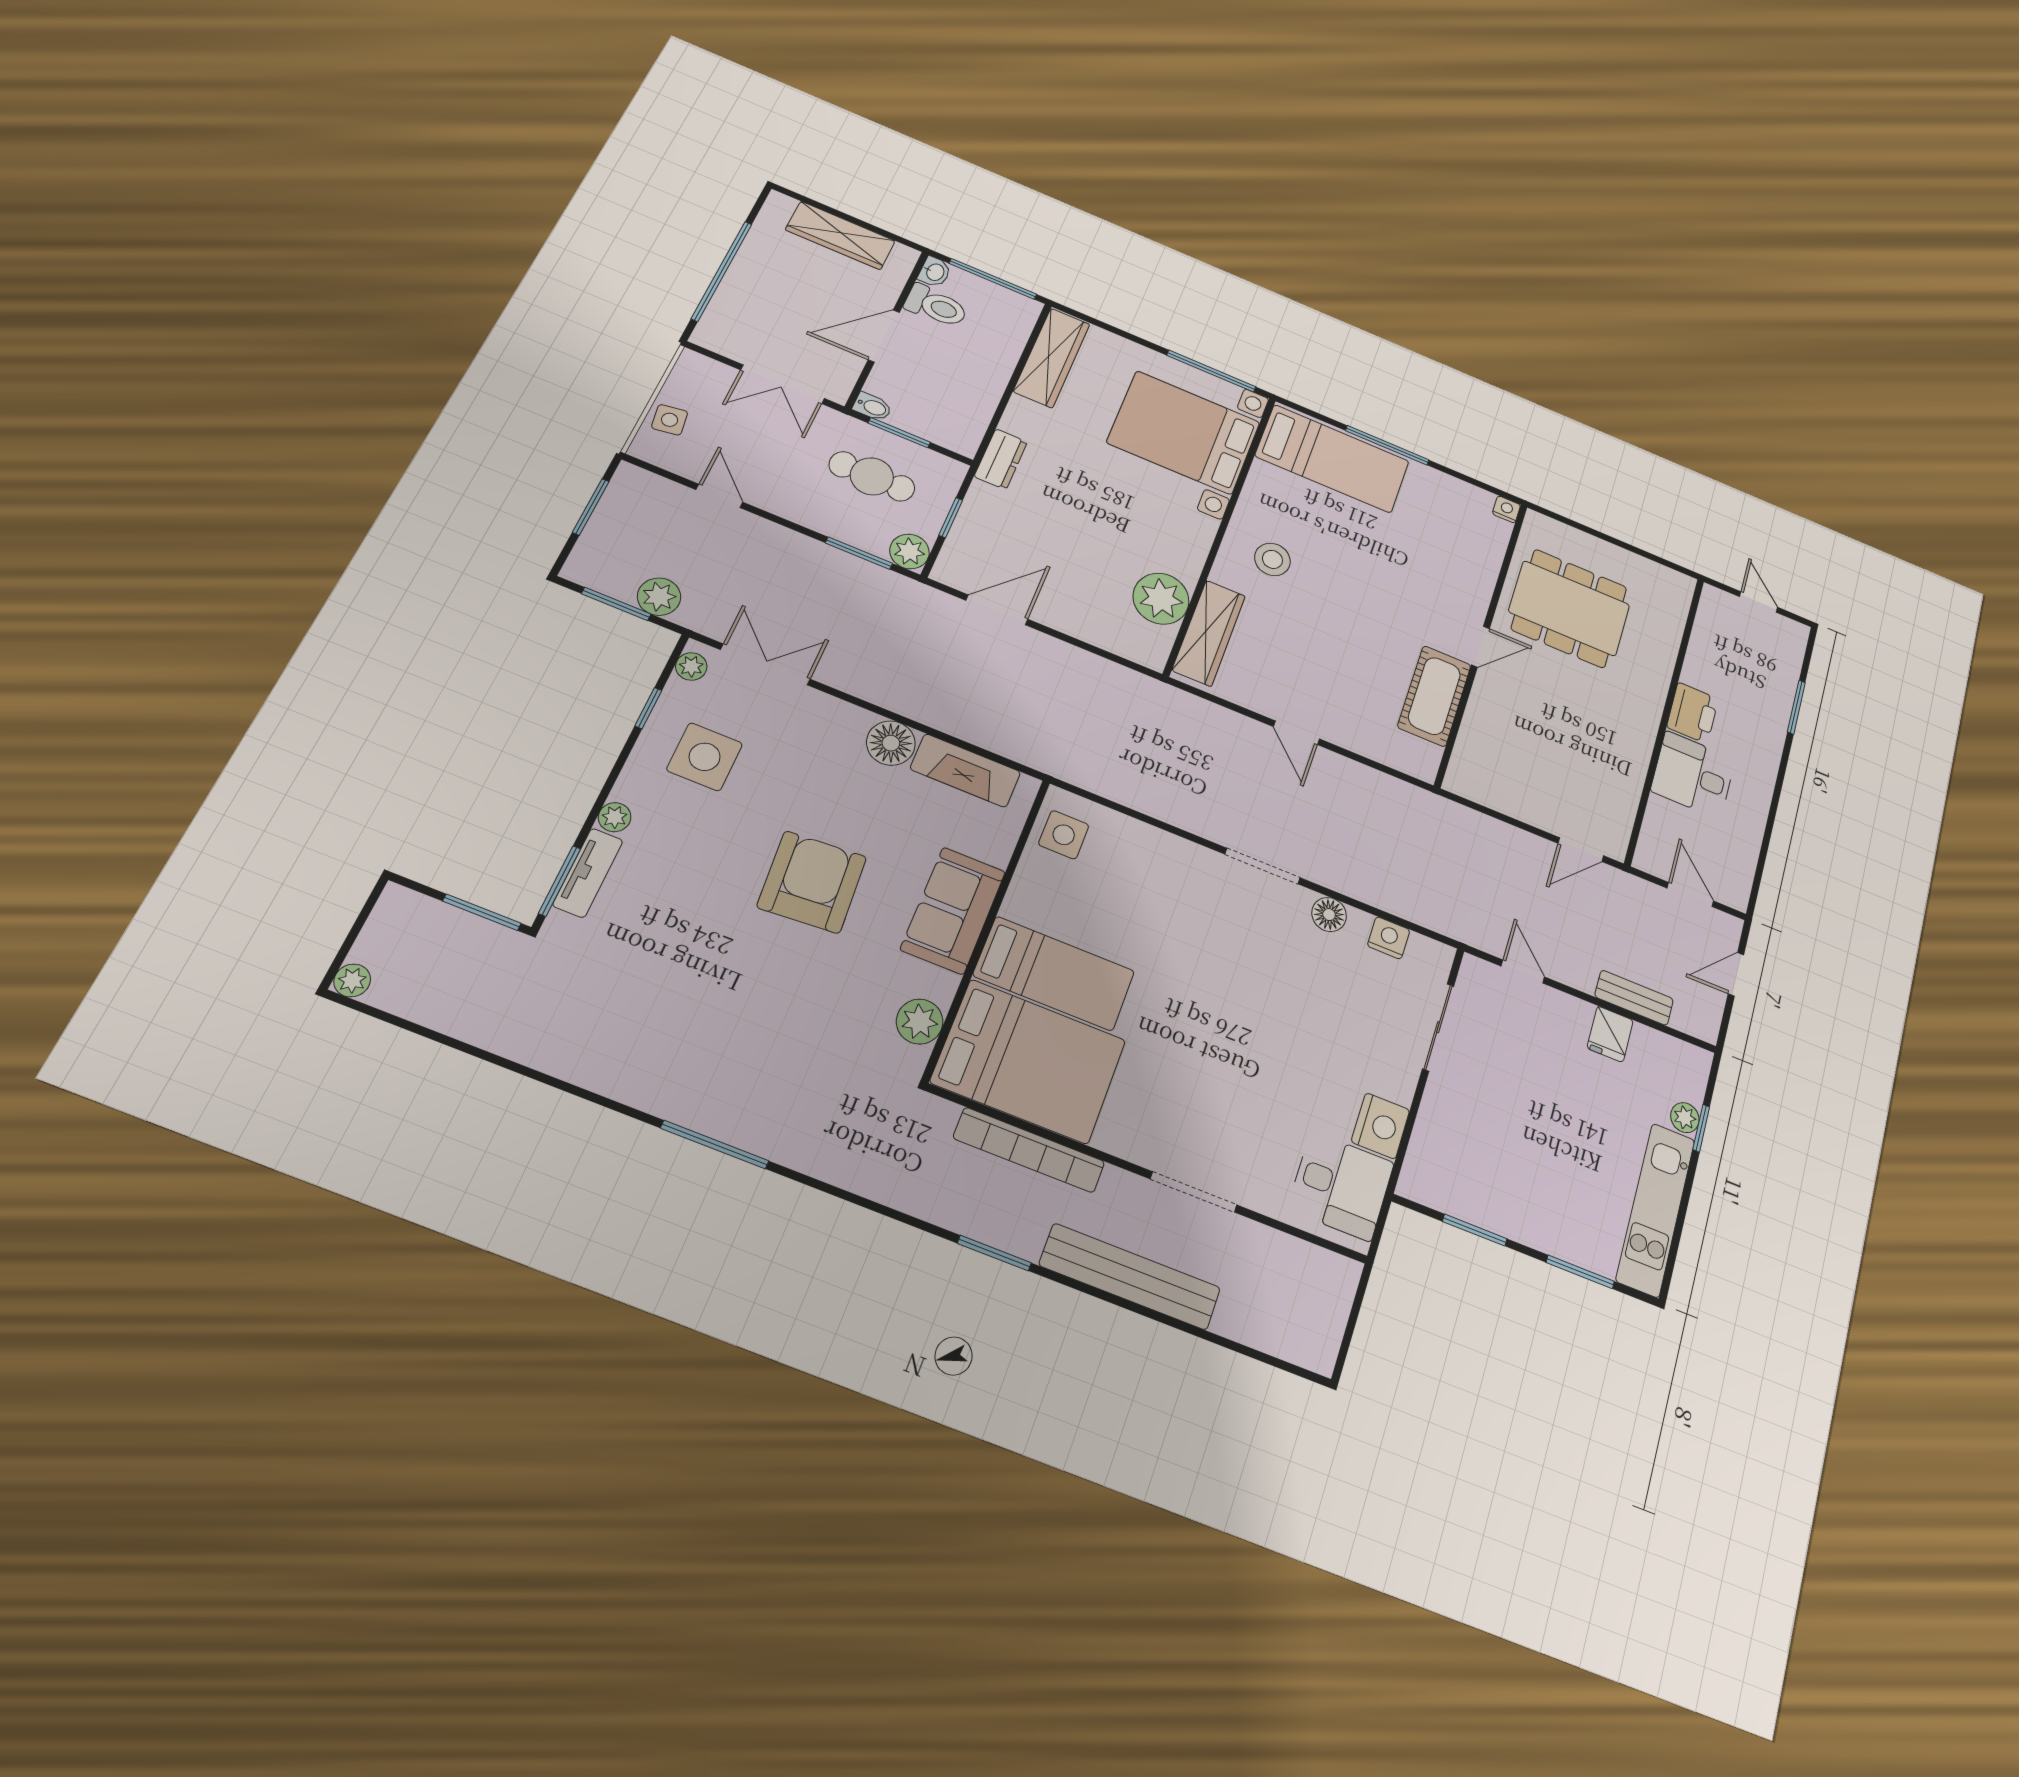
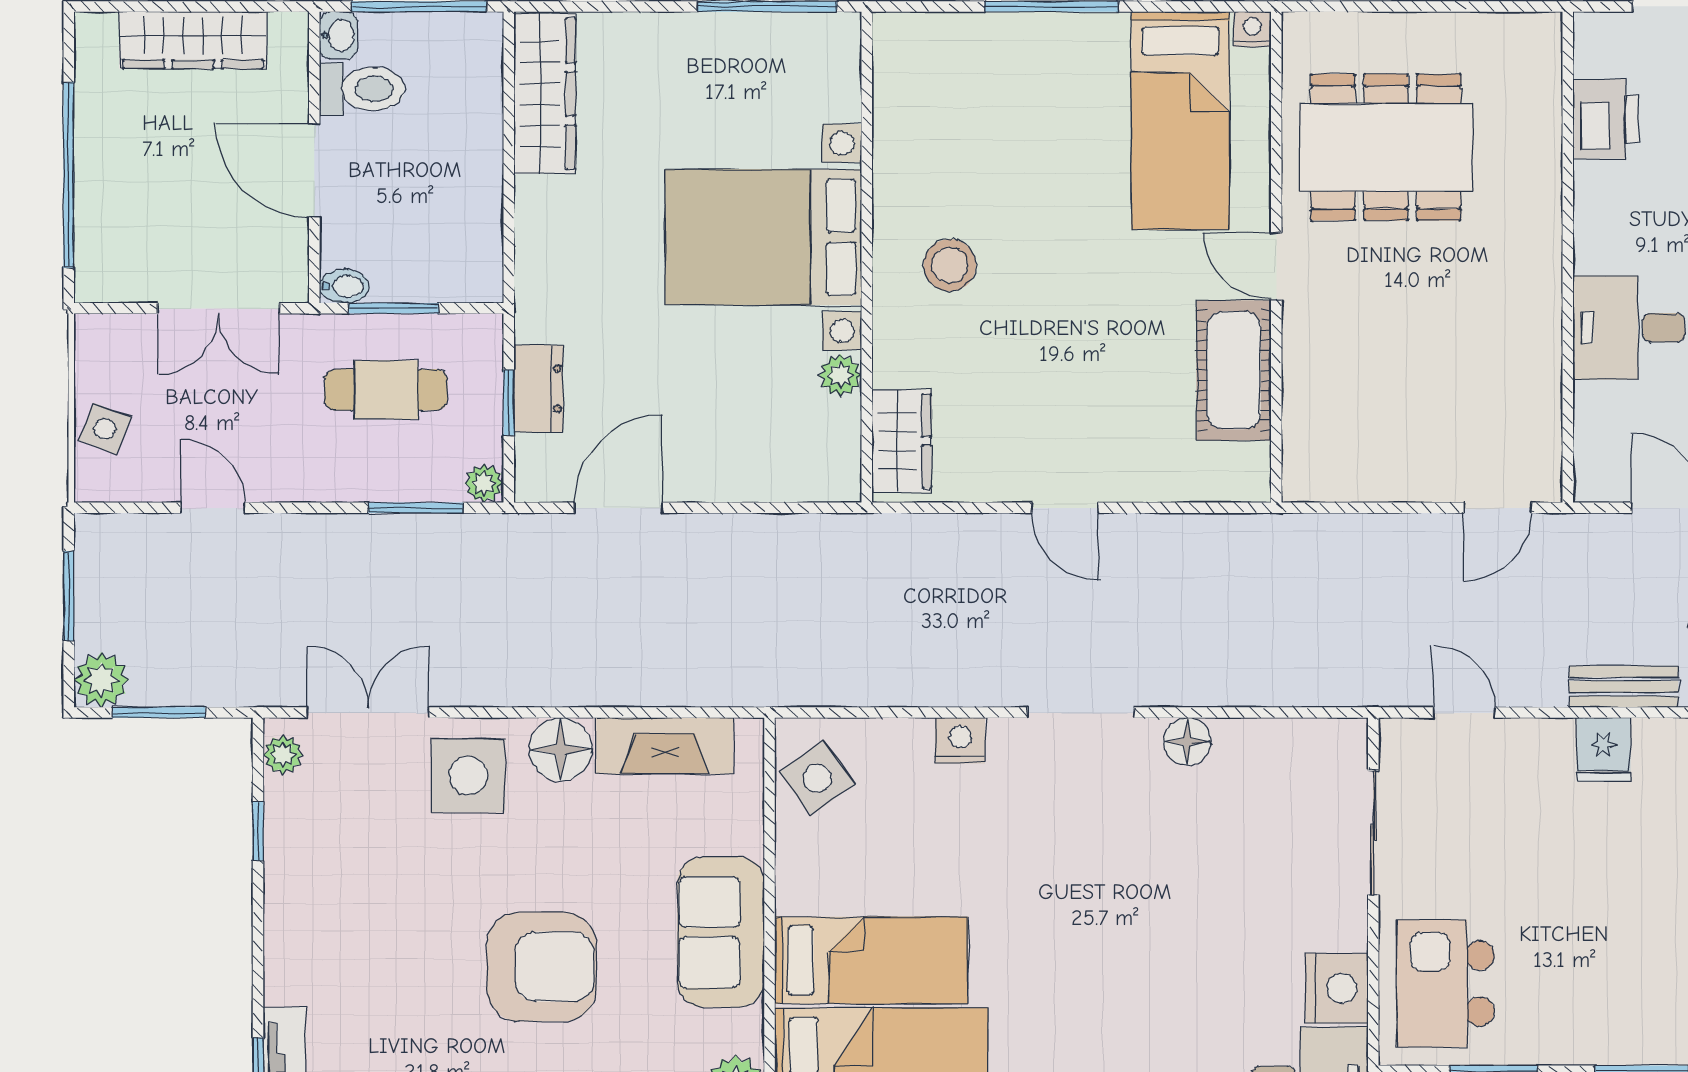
door: (884, 336) -> (314, 170), hinge flipped
side table: (670, 420) -> (105, 429), turned 30
bed with nightstands: (1184, 432) -> (764, 237), moved
dresser: (1001, 459) -> (538, 389), moved
bed: (1332, 459) -> (1180, 121), moved, turned 90
plant: (909, 551) -> (484, 483), width x0.73, depth x0.73
plant: (659, 597) -> (101, 680), moved
plant: (1161, 599) -> (840, 375), width x0.53, depth x0.53
wardrobe: (1209, 633) -> (902, 441), width x0.67
door: (1480, 647) -> (1276, 266), swing flipped
printer: (1693, 713) -> (1606, 119), moved
side table: (705, 757) -> (468, 775), moved
plant: (615, 817) -> (283, 983), removed
side table: (1064, 835) -> (817, 778), turned -36
armchair: (812, 882) -> (542, 967), turned 94
nightstand: (1389, 938) -> (960, 741), moved
kitchen island: (1458, 1153) -> (1446, 983), added

